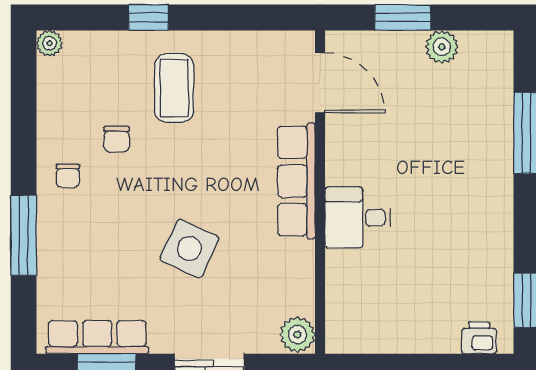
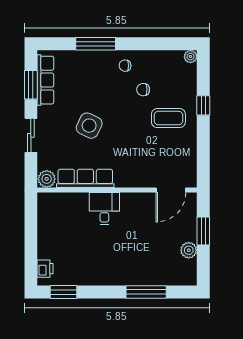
row of seats: (296, 181) -> (85, 178), moved

